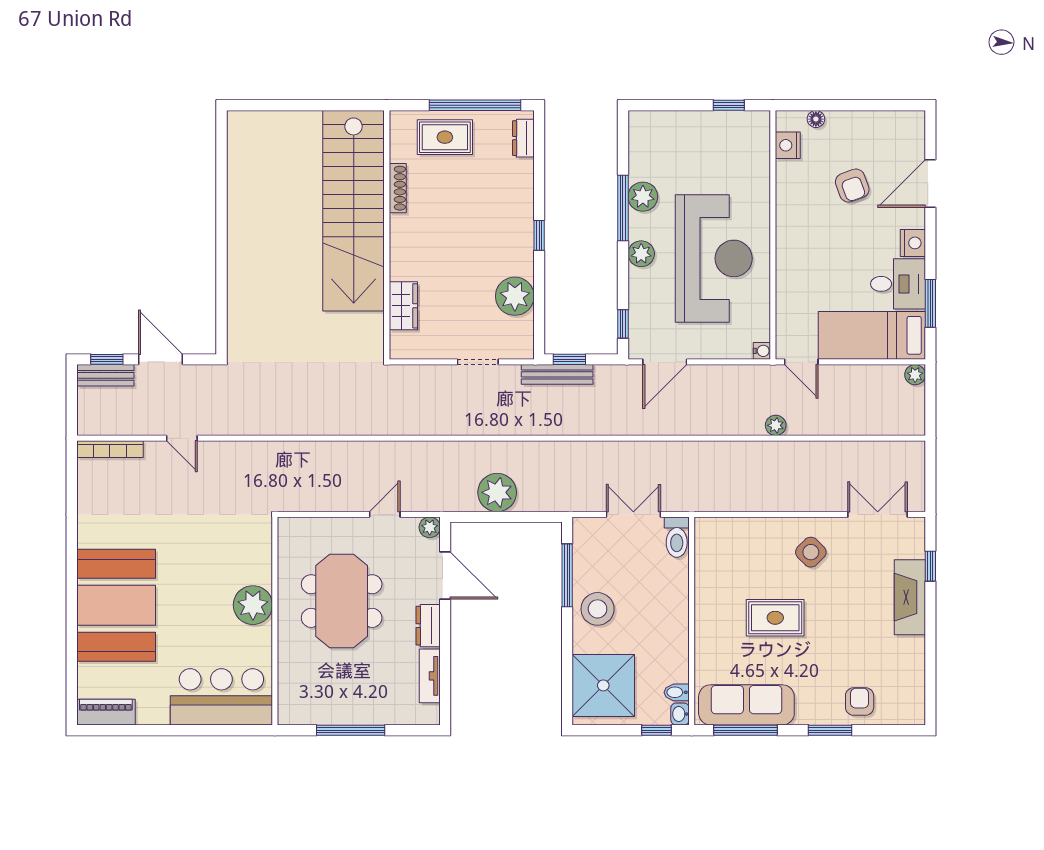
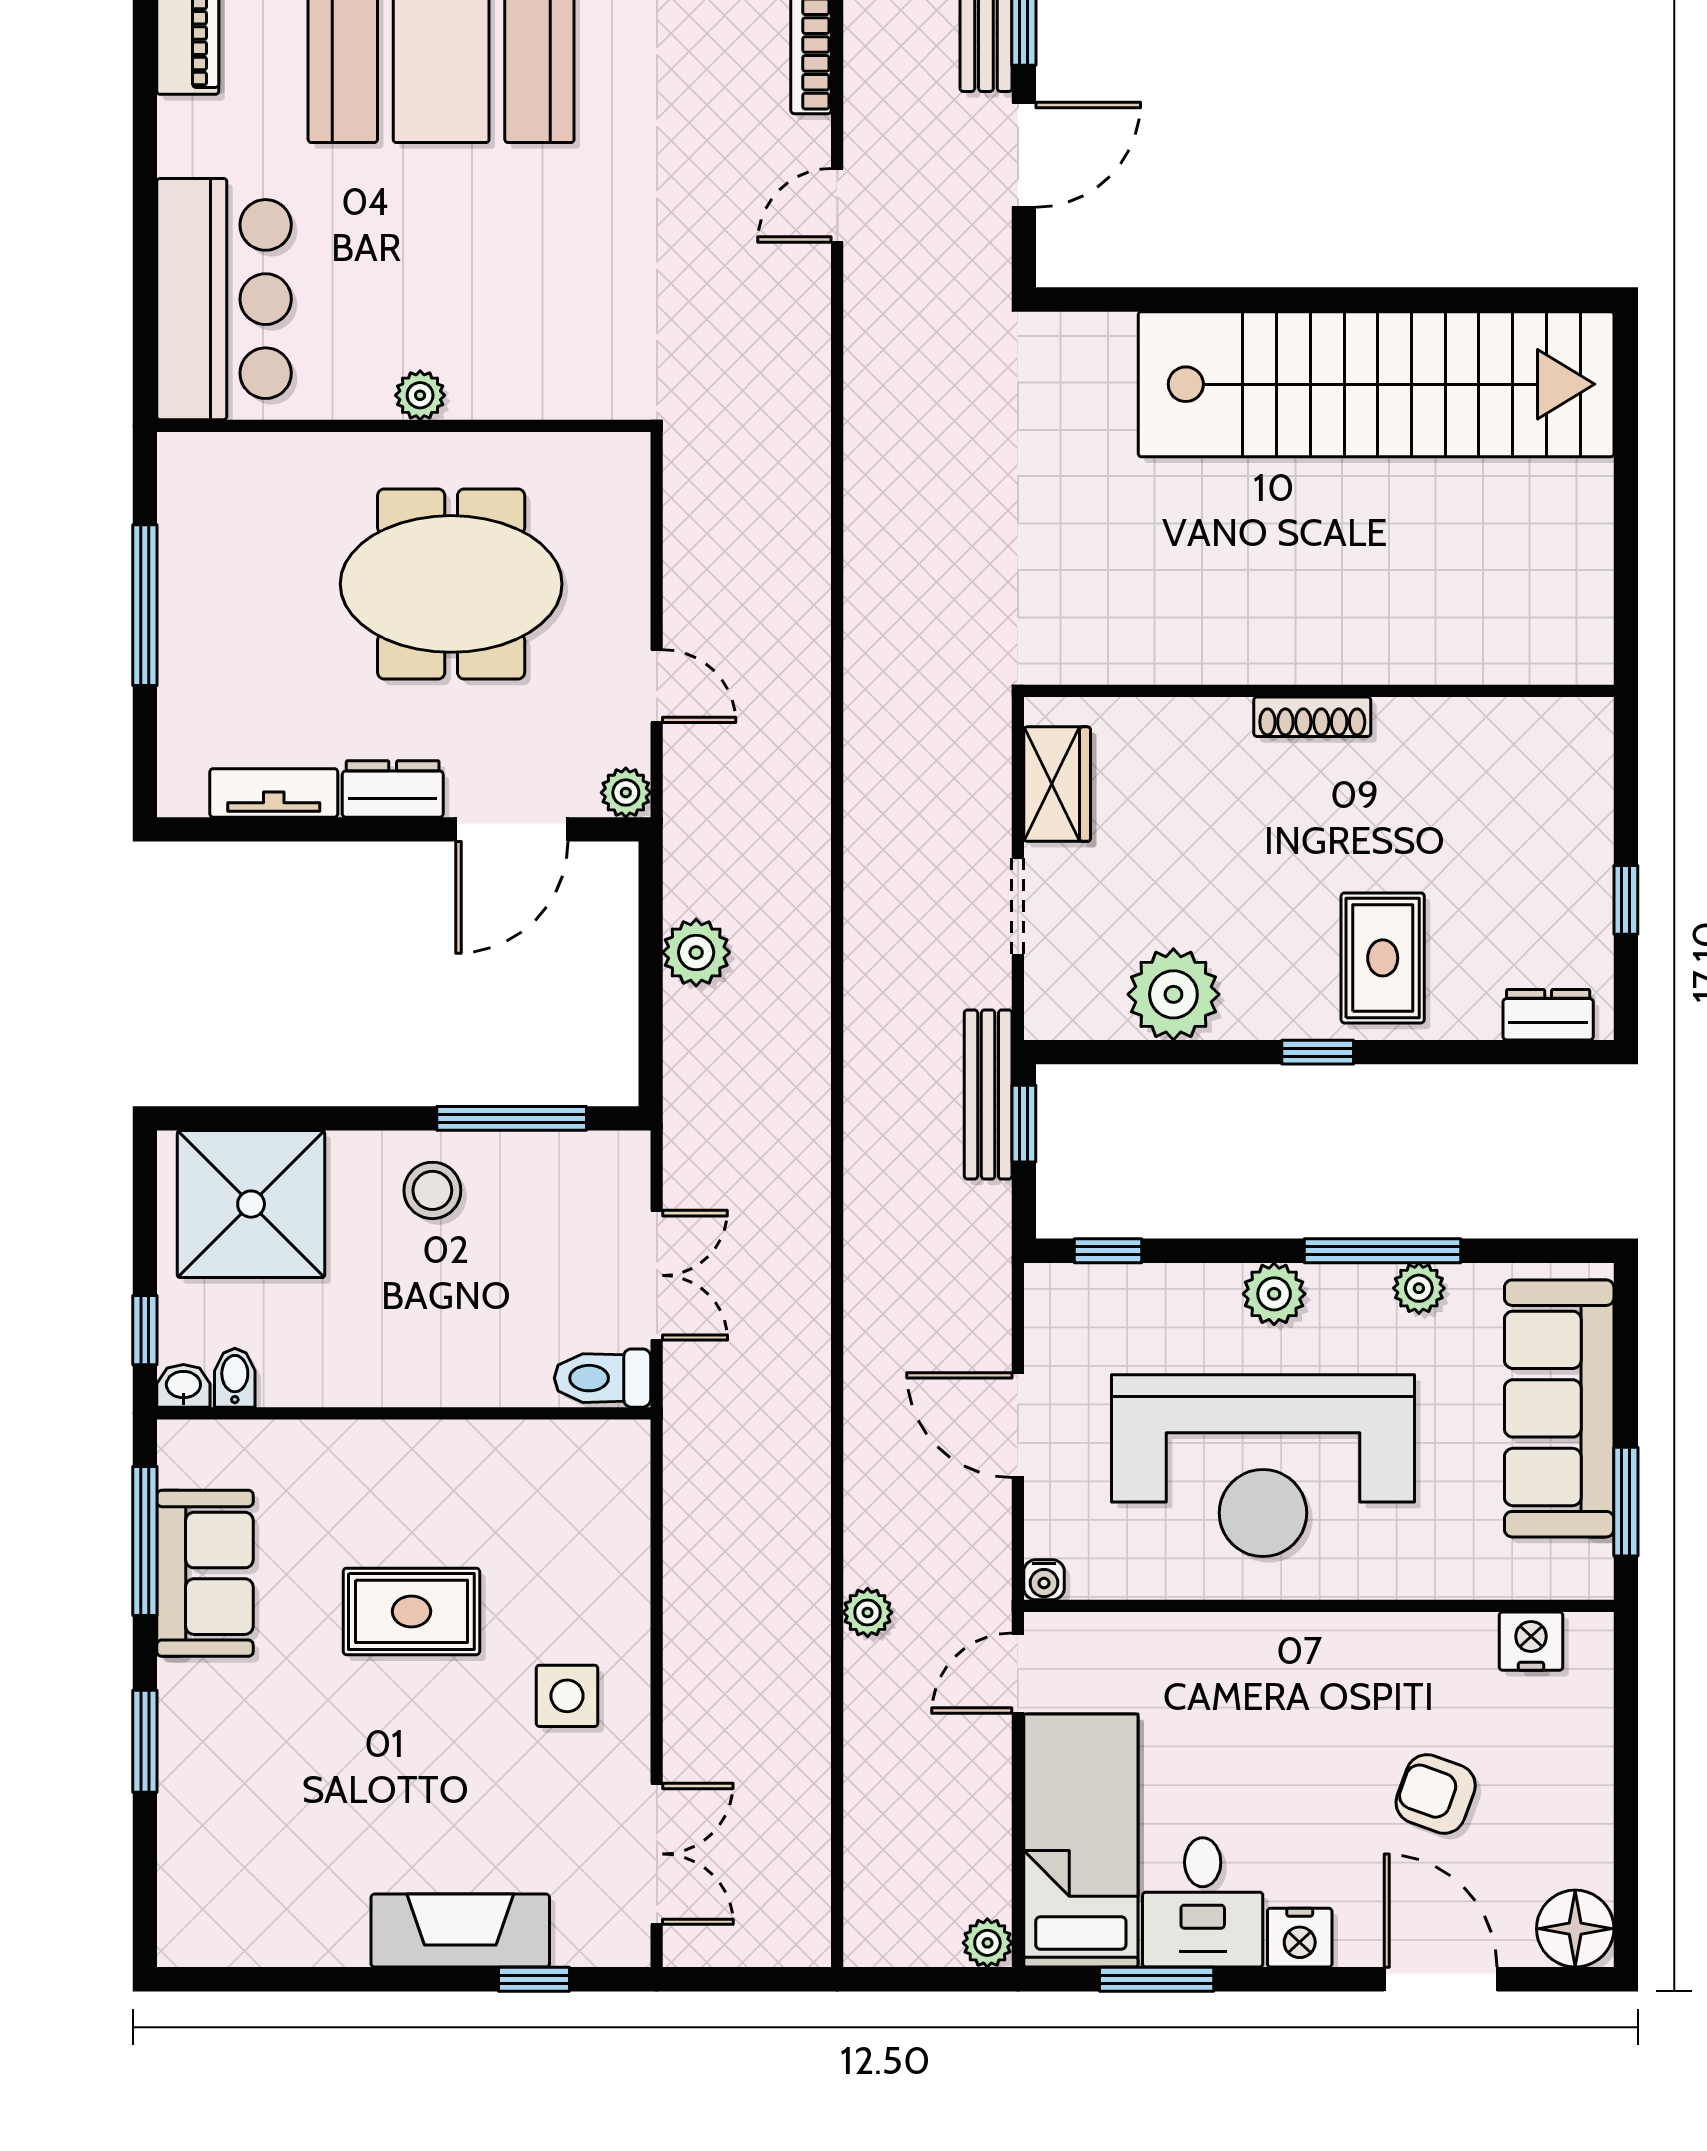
window: (475, 105) -> (1626, 900), width x0.32
window: (729, 105) -> (1626, 1502), width x1.50
floor lamp: (816, 119) -> (1575, 1929), moved, width x1.89, depth x1.89
sofa: (690, 133) -> (1559, 1408), added
rug: (445, 137) -> (1383, 958), moved
armchair: (852, 186) -> (1436, 1794), turned 40
shoe rack: (398, 188) -> (1312, 717), moved
plant: (643, 197) -> (1419, 1288), width x0.73, depth x0.73
stairs: (354, 211) -> (1376, 384), moved, turned 180
wardrobe: (403, 306) -> (1057, 784), moved, turned -90
door: (665, 362) -> (1018, 1425), moved
plant: (497, 492) -> (696, 952), width x0.73, depth x0.73
side table: (811, 552) -> (567, 1696), turned 45
plant: (253, 605) -> (420, 395), width x0.53, depth x0.53
stool: (598, 609) -> (432, 1190), width x0.73, depth x0.73
rug: (775, 618) -> (411, 1611), turned 90
armchair: (860, 702) -> (213, 1811), removed
sofa: (746, 705) -> (205, 1573), width x0.73

